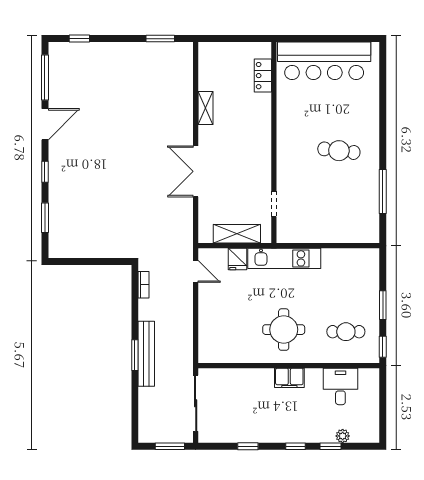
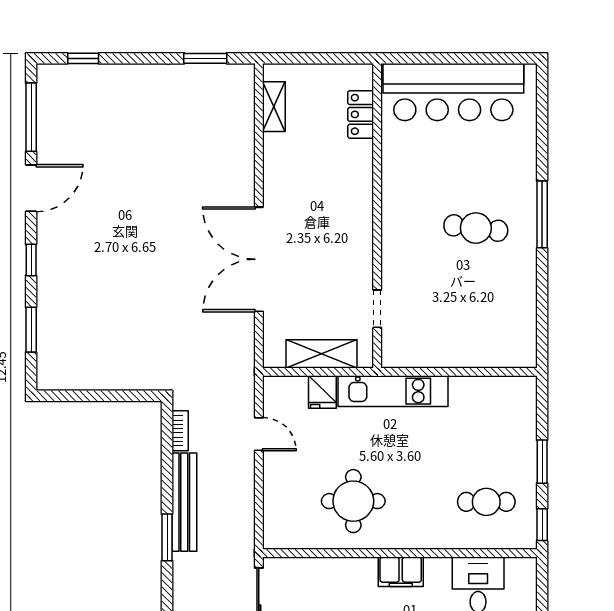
shelving: (206, 108) -> (274, 107), moved
double door: (196, 171) -> (259, 259), width x1.36
window: (383, 191) -> (542, 214), moved
door: (196, 271) -> (259, 434), moved
round table: (284, 330) -> (353, 501), moved
bench: (146, 354) -> (184, 502), moved

